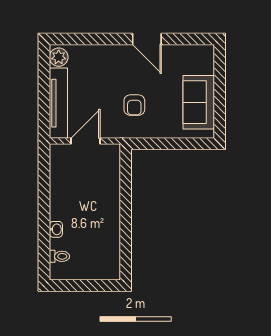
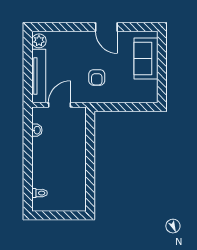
sofa: (199, 102) -> (146, 58), moved
washbasin: (56, 229) -> (37, 130), moved

